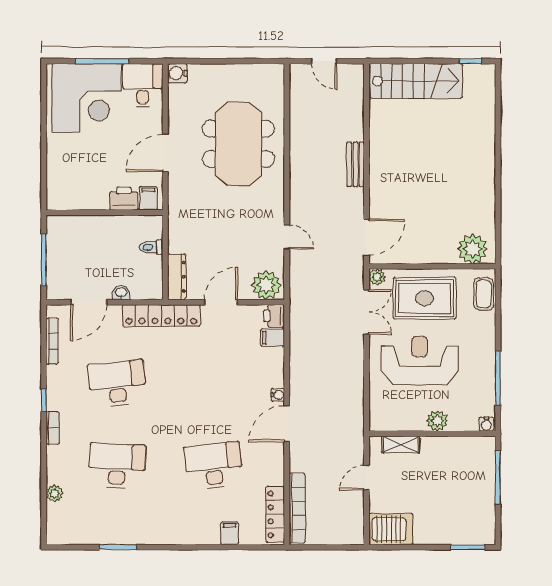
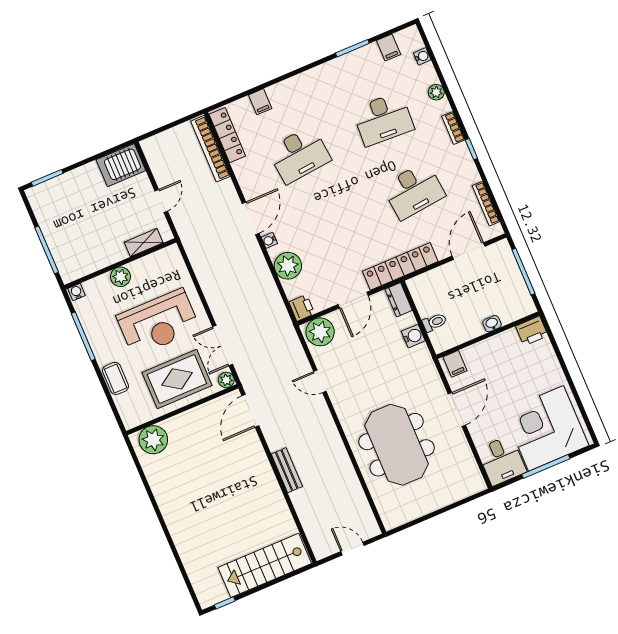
water cooler: (177, 73) -> (413, 336), moved
printer: (124, 199) -> (532, 331), moved
dresser: (177, 277) -> (399, 300), width x0.70
washbasin: (121, 293) -> (492, 324), moved, turned 180
coffee table: (484, 294) -> (116, 378), moved
filing cabinet: (273, 338) -> (389, 48), moved, turned 90
plant: (270, 362) -> (288, 266), added
plant: (54, 493) -> (436, 92), moved
water cooler: (53, 510) -> (422, 56), added

